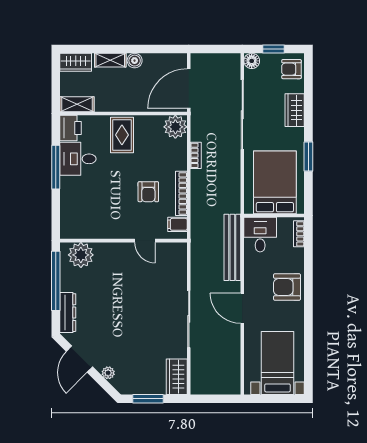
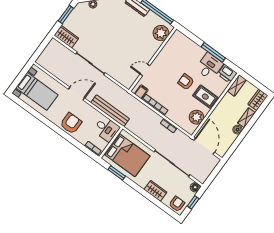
plant: (175, 127) -> (197, 117), moved
window: (308, 156) -> (117, 173), moved
armchair: (148, 192) -> (186, 82), moved

